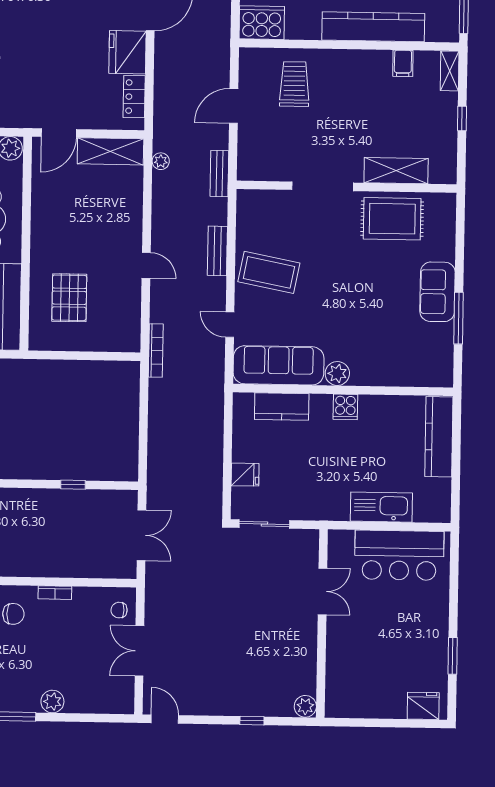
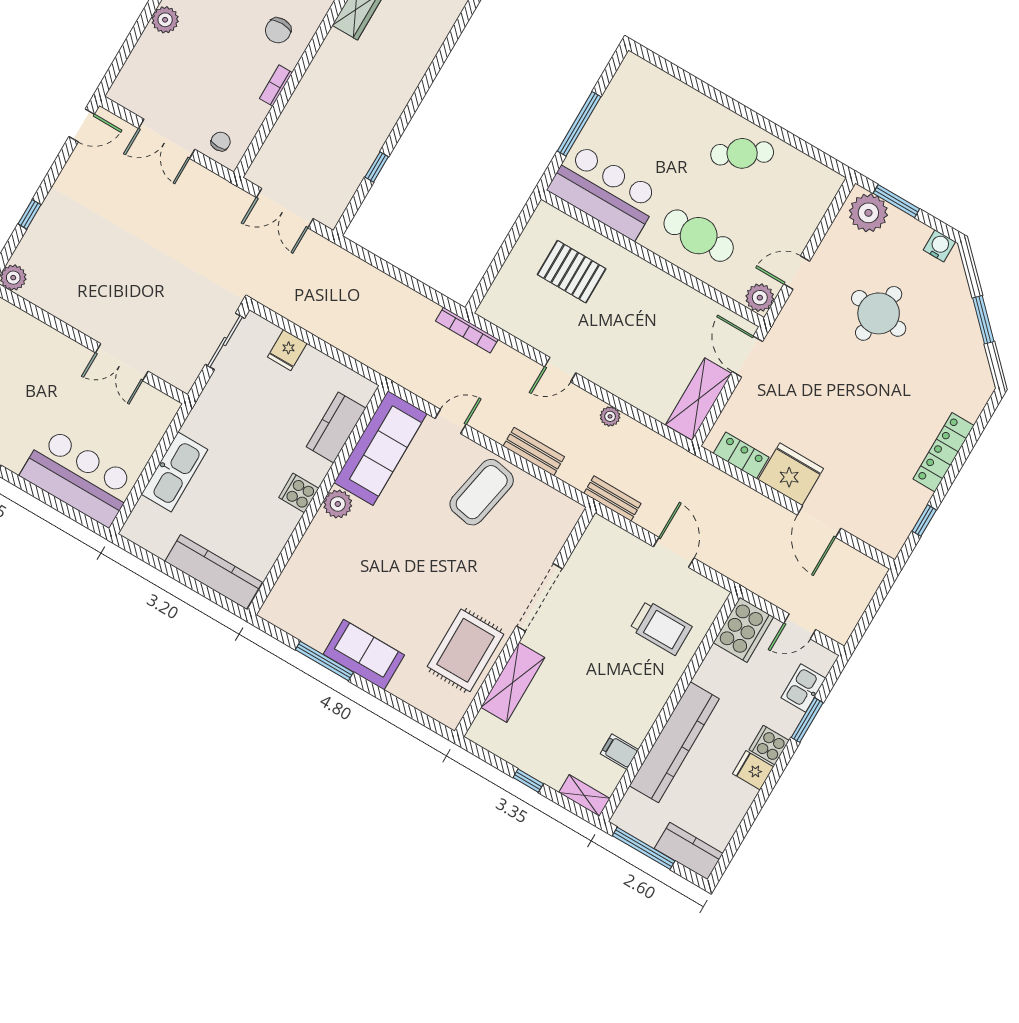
plant: (161, 161) -> (610, 416), moved
bar counter: (399, 555) -> (79, 477), moved, turned 90
double door: (139, 651) -> (167, 139), swing flipped

